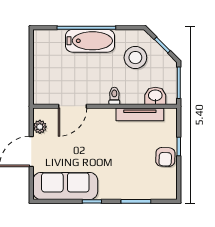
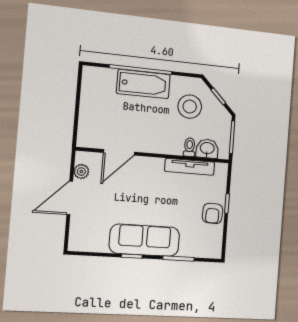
toilet: (114, 96) -> (189, 147), moved
sofa: (65, 186) -> (145, 240), moved

